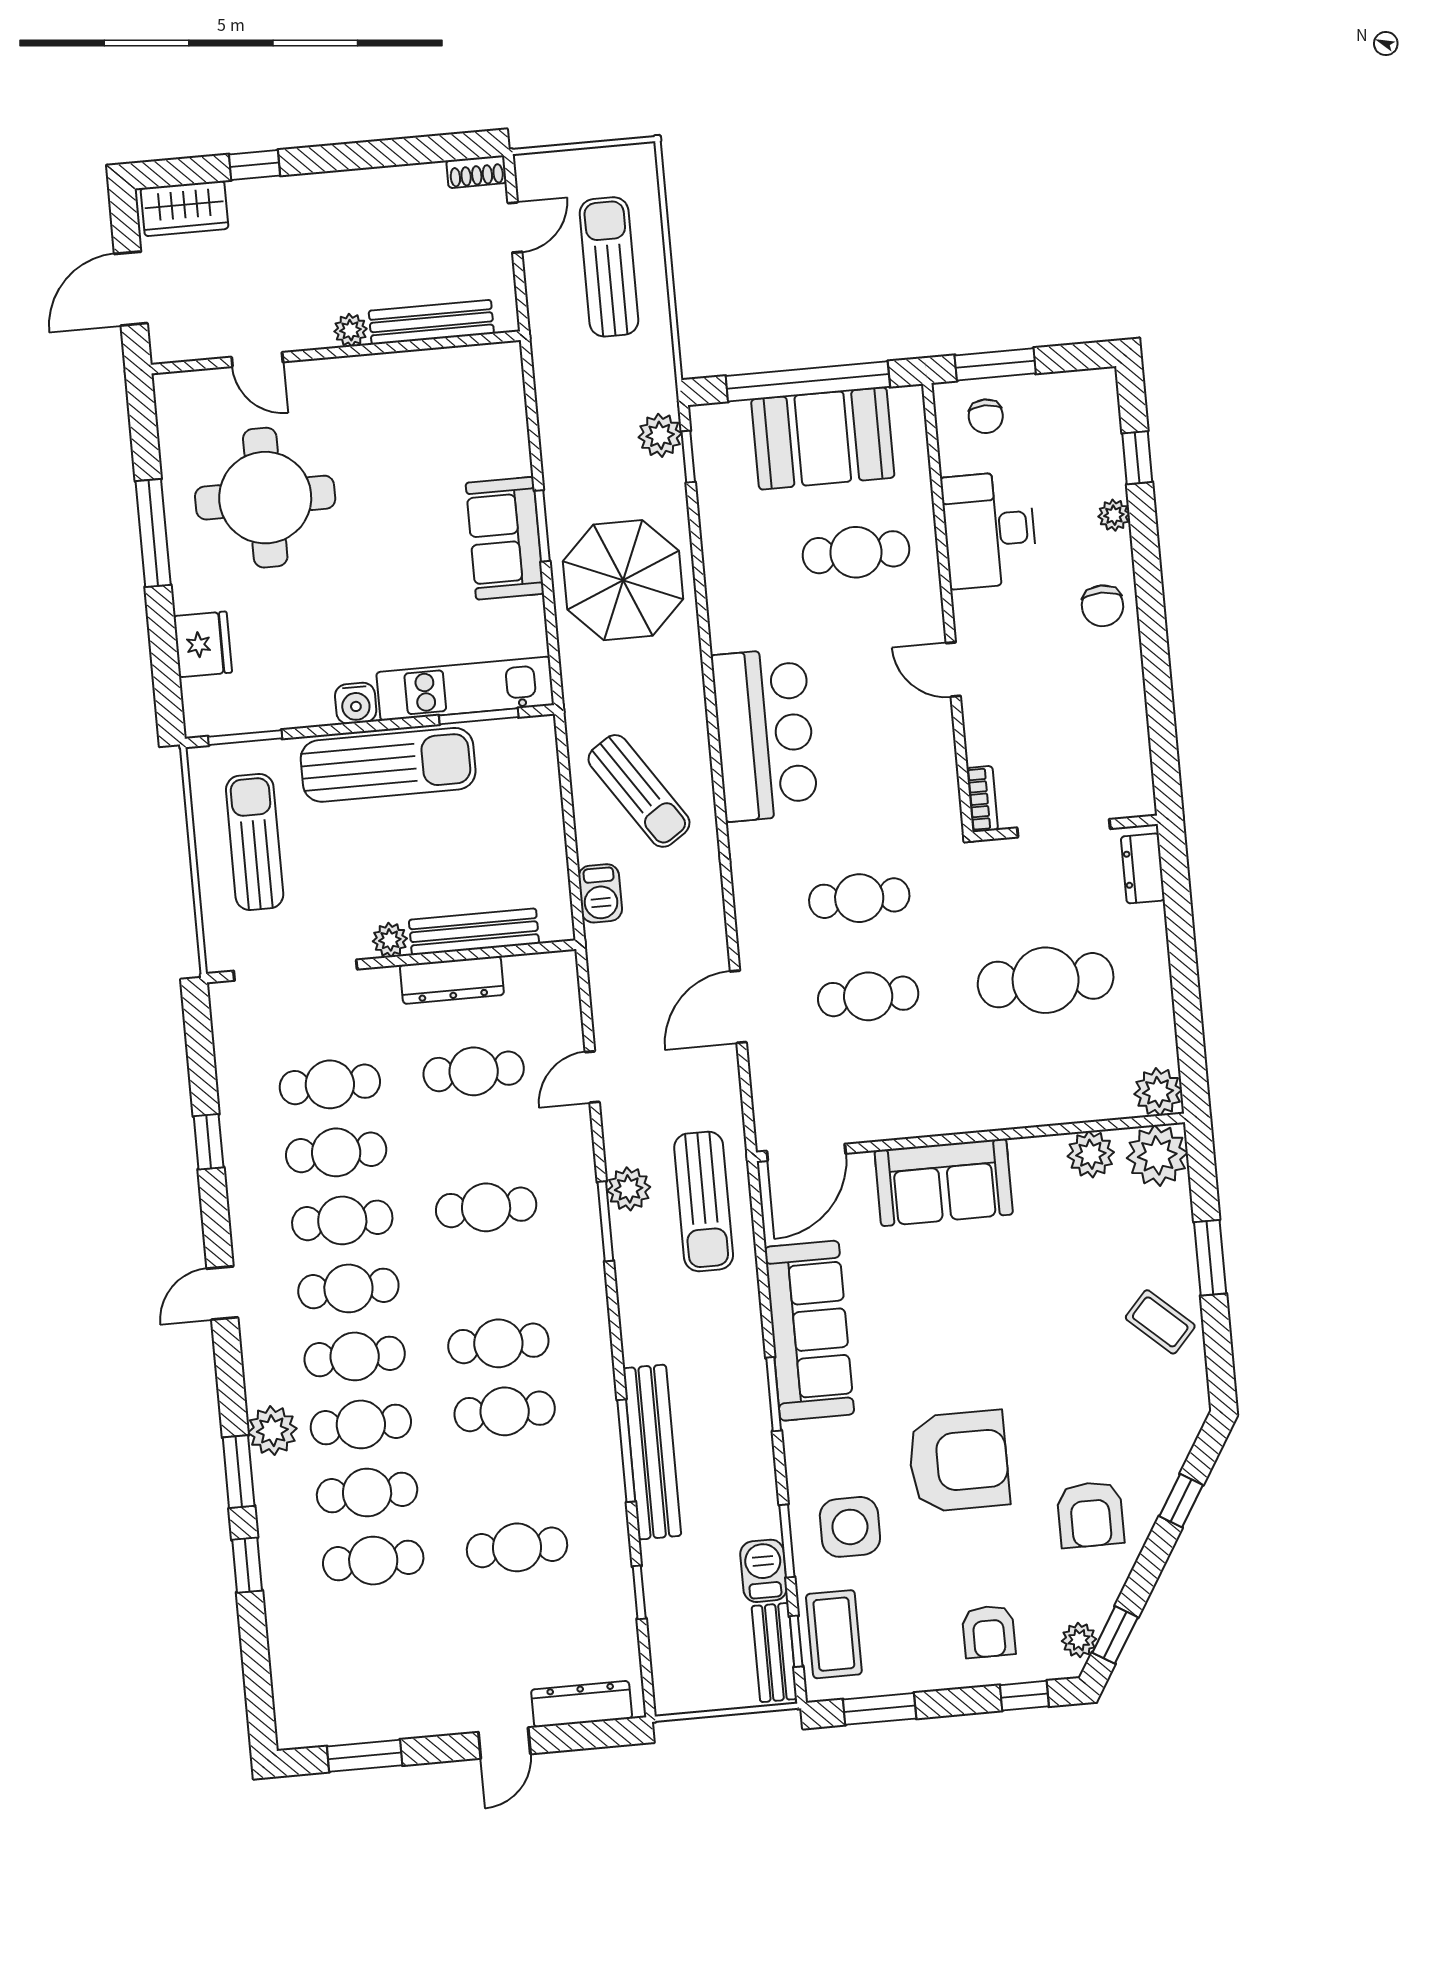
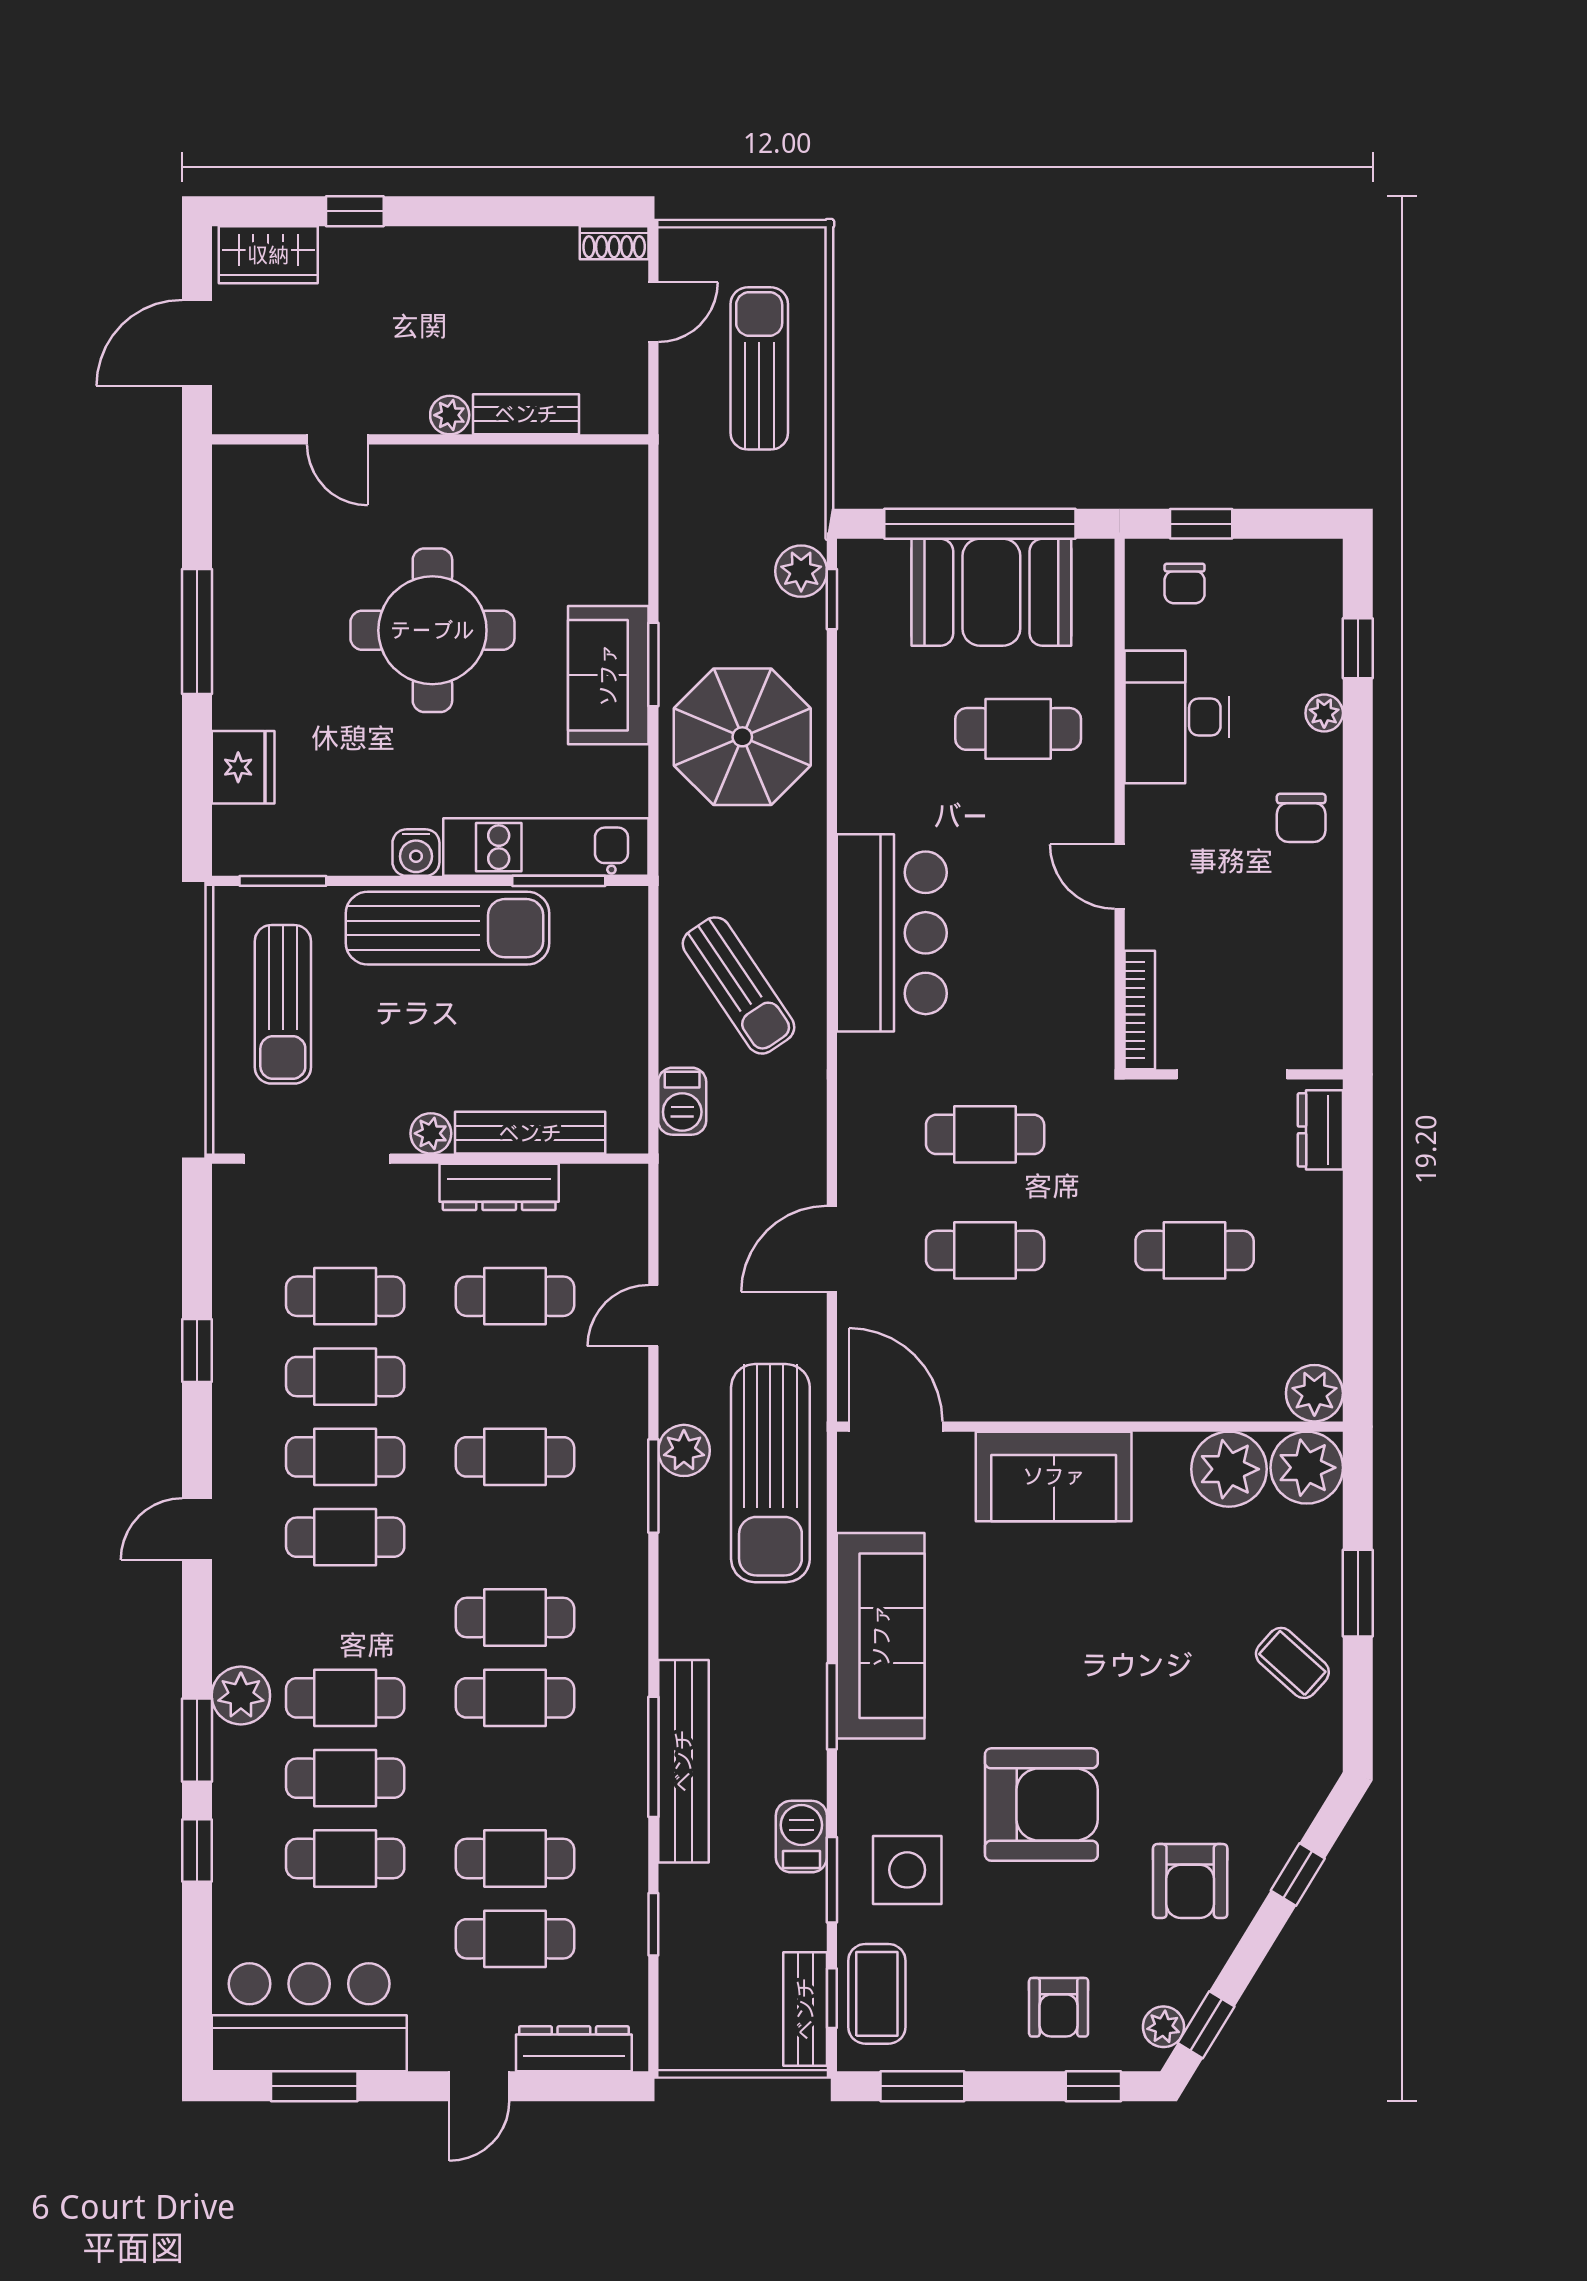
bench: (431, 322) -> (526, 414), width x0.73
window: (995, 364) -> (1201, 524), width x0.67
round table: (265, 498) -> (432, 630), moved
bookcase: (982, 799) -> (1140, 1010), width x1.56
sun lounger: (255, 842) -> (283, 1004), turned 180
cafe table: (1046, 980) -> (1195, 1250), width x0.73, depth x0.74
door: (806, 1152) -> (896, 1427), swing flipped
plant: (1091, 1154) -> (1229, 1469), width x1.36, depth x1.36
sun lounger: (704, 1201) -> (770, 1473), width x1.36, depth x1.34
cafe table: (355, 1356) -> (515, 1939), moved
barbecue: (764, 1571) -> (801, 1837), moved
bar counter: (355, 1698) -> (309, 2017), added

